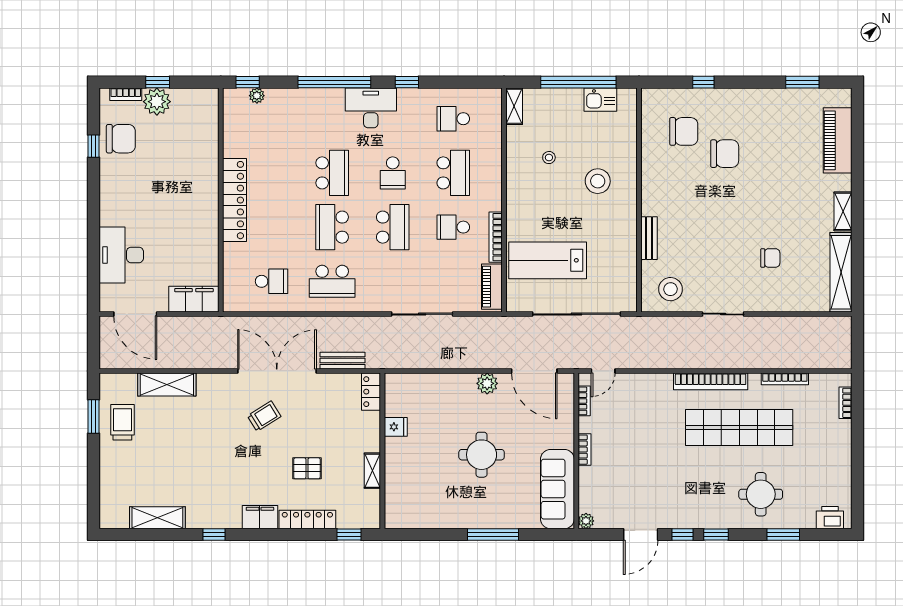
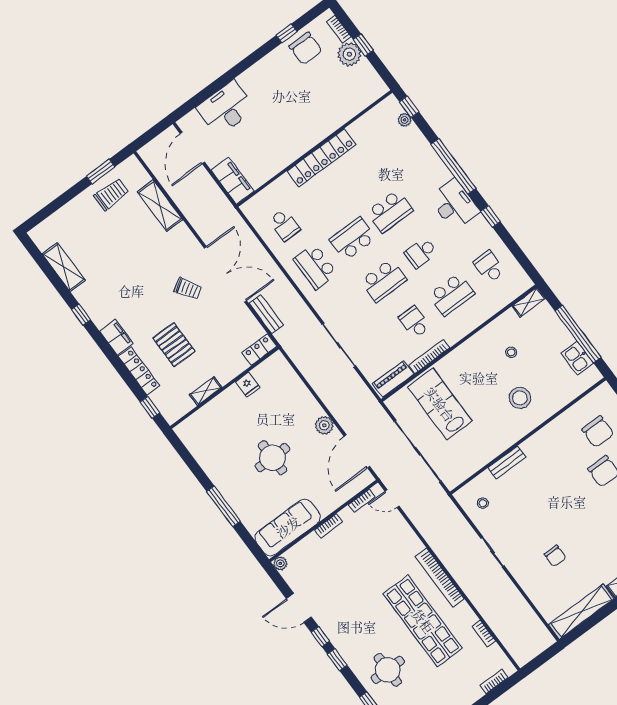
stool: (671, 289) -> (483, 503), width x0.53, depth x0.53
bookcase: (785, 379) -> (484, 633), width x0.64
pallet: (307, 468) -> (174, 345), width x1.50, depth x1.42

